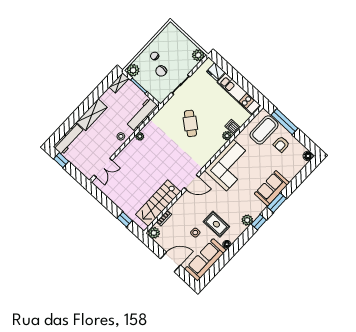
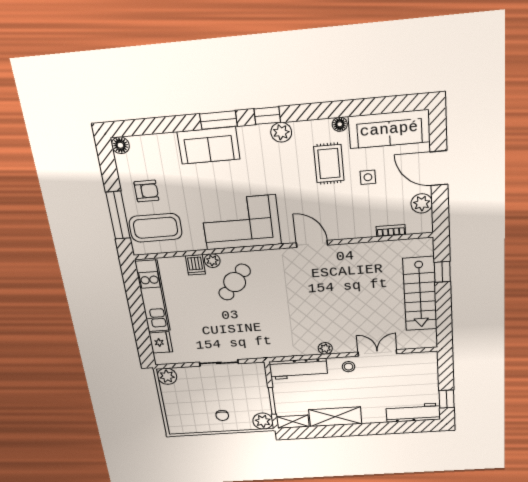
chair: (161, 71) -> (229, 395), removed
shelving: (92, 115) -> (335, 417), moved
cafe table: (190, 123) -> (235, 282), moved
double door: (103, 168) -> (377, 353), moved
stairs: (158, 203) -> (420, 294), moved, turned 90
plant: (154, 233) -> (422, 203), moved

